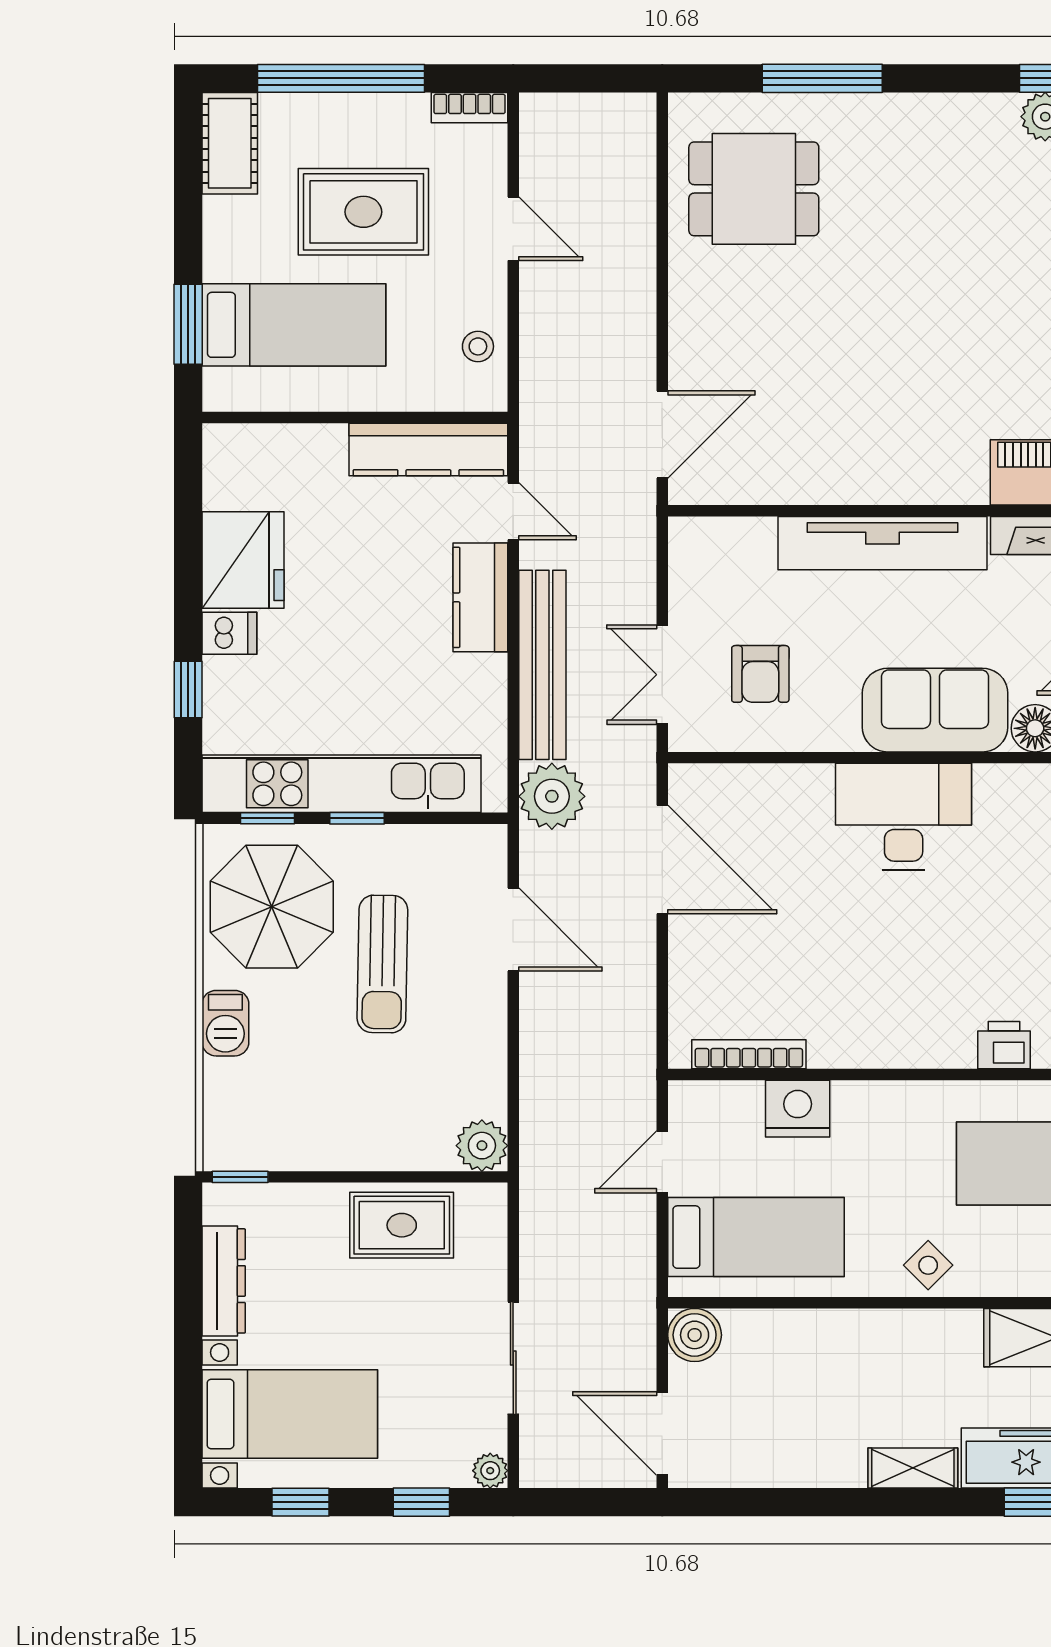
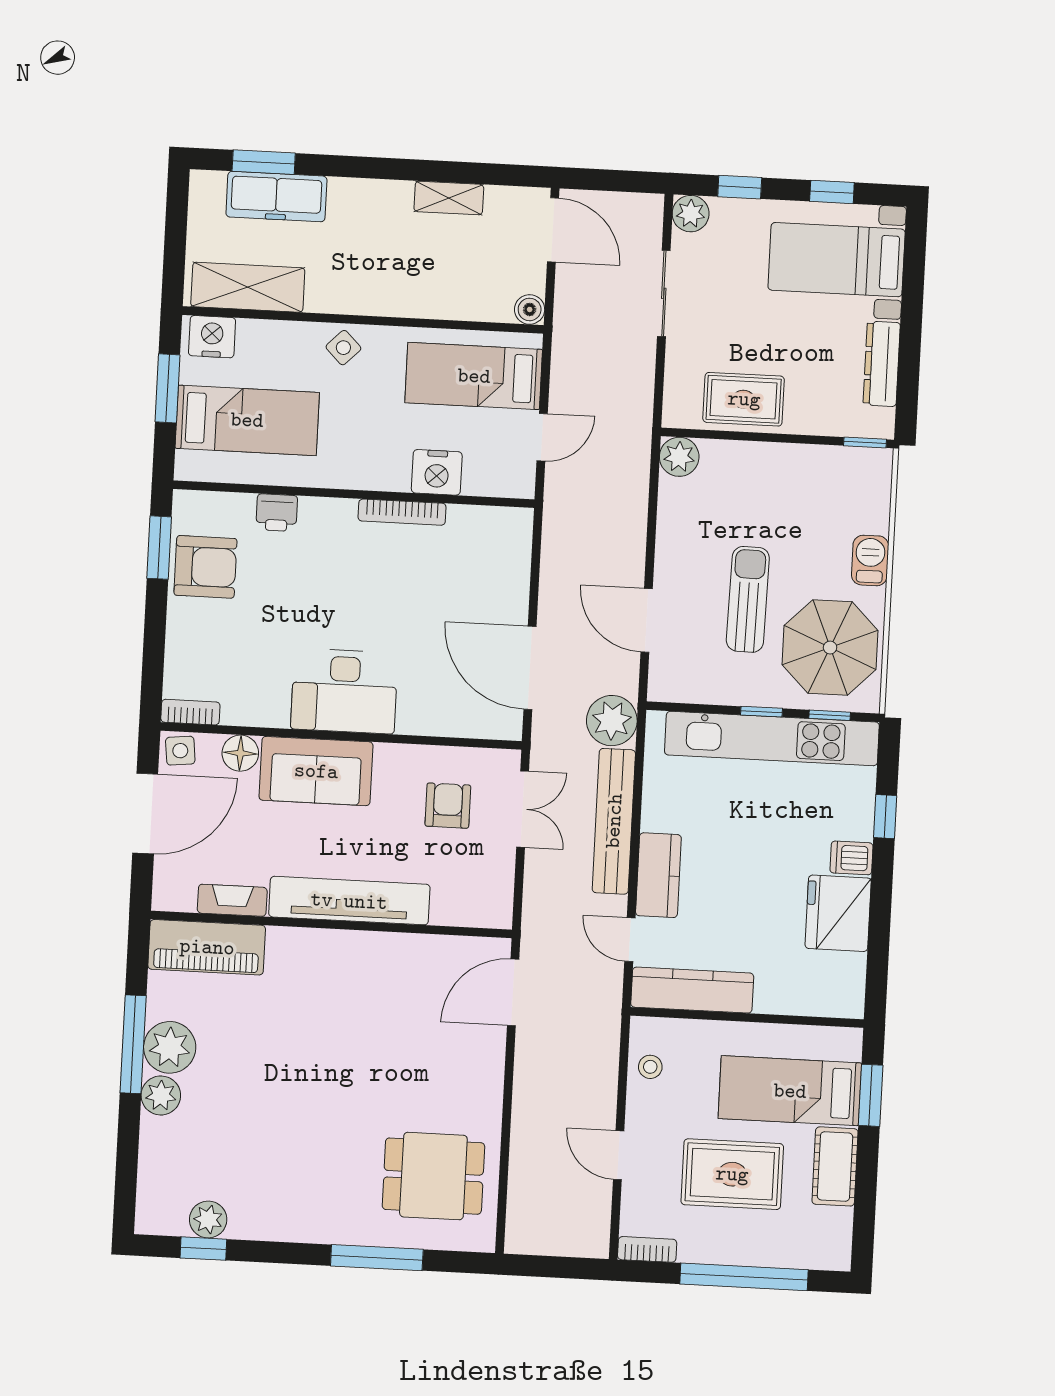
cot: (230, 143) -> (835, 1166), moved
bookcase: (749, 1054) -> (402, 512), moved
boiler: (695, 1335) -> (530, 309), width x0.73, depth x0.73
shelving: (913, 1468) -> (449, 198), moved
plant: (490, 1471) -> (691, 214), width x1.38, depth x1.38

